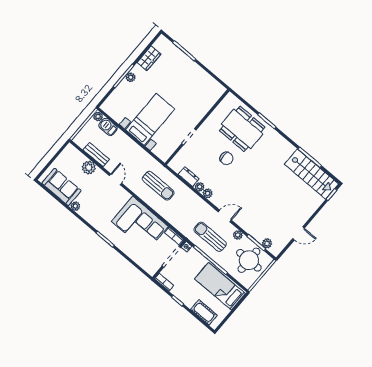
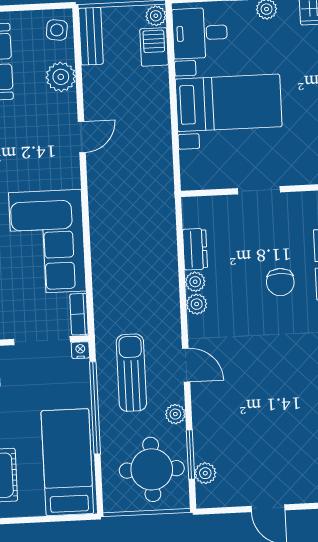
desk: (118, 107) -> (200, 33), added
side table: (72, 154) -> (57, 30), added
bench: (96, 155) -> (91, 36), moved
sun lounger: (158, 186) -> (135, 214), removed

